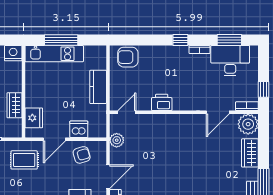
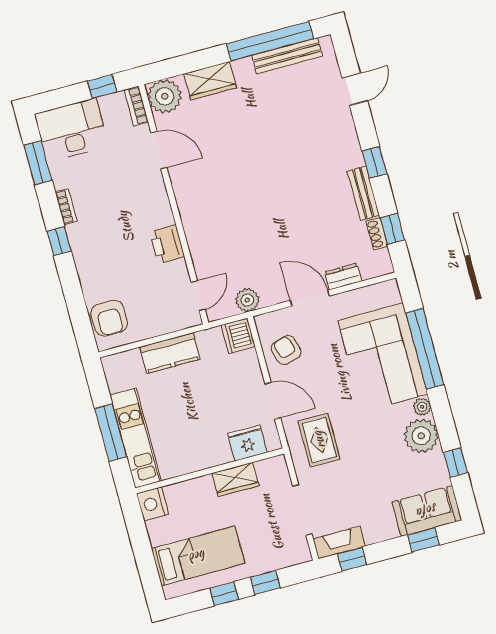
desk: (230, 61) -> (72, 130), moved, turned 90
door: (127, 112) -> (198, 296), swing flipped
dishwasher: (79, 129) -> (238, 336), moved

